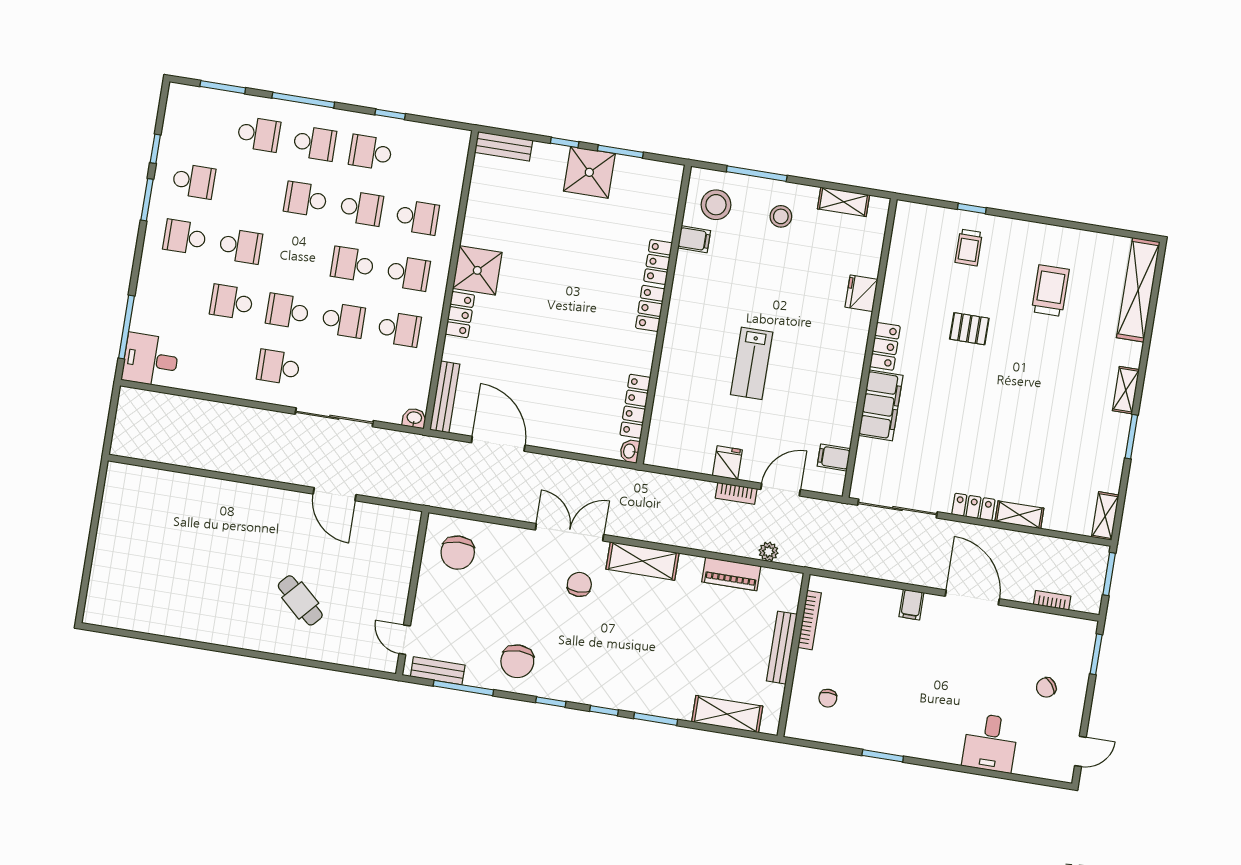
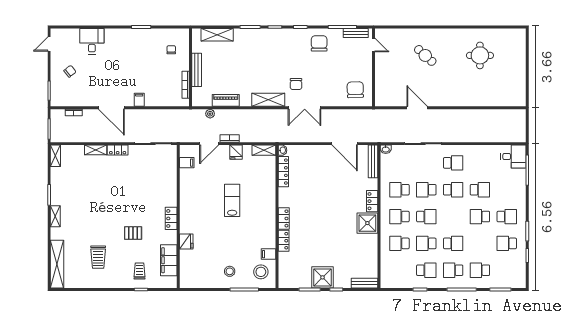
shelving: (843, 202) -> (264, 150), moved
filing cabinet: (881, 405) -> (169, 260), moved
round table: (186, 582) -> (480, 55), added

